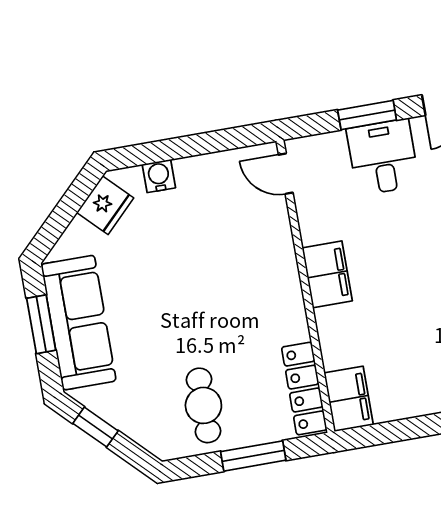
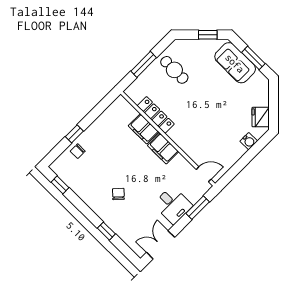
window: (367, 115) -> (198, 208), moved
sofa: (79, 323) -> (235, 63), width x0.73
locker: (304, 389) -> (156, 115), moved
filing cabinet: (349, 399) -> (144, 129), moved

